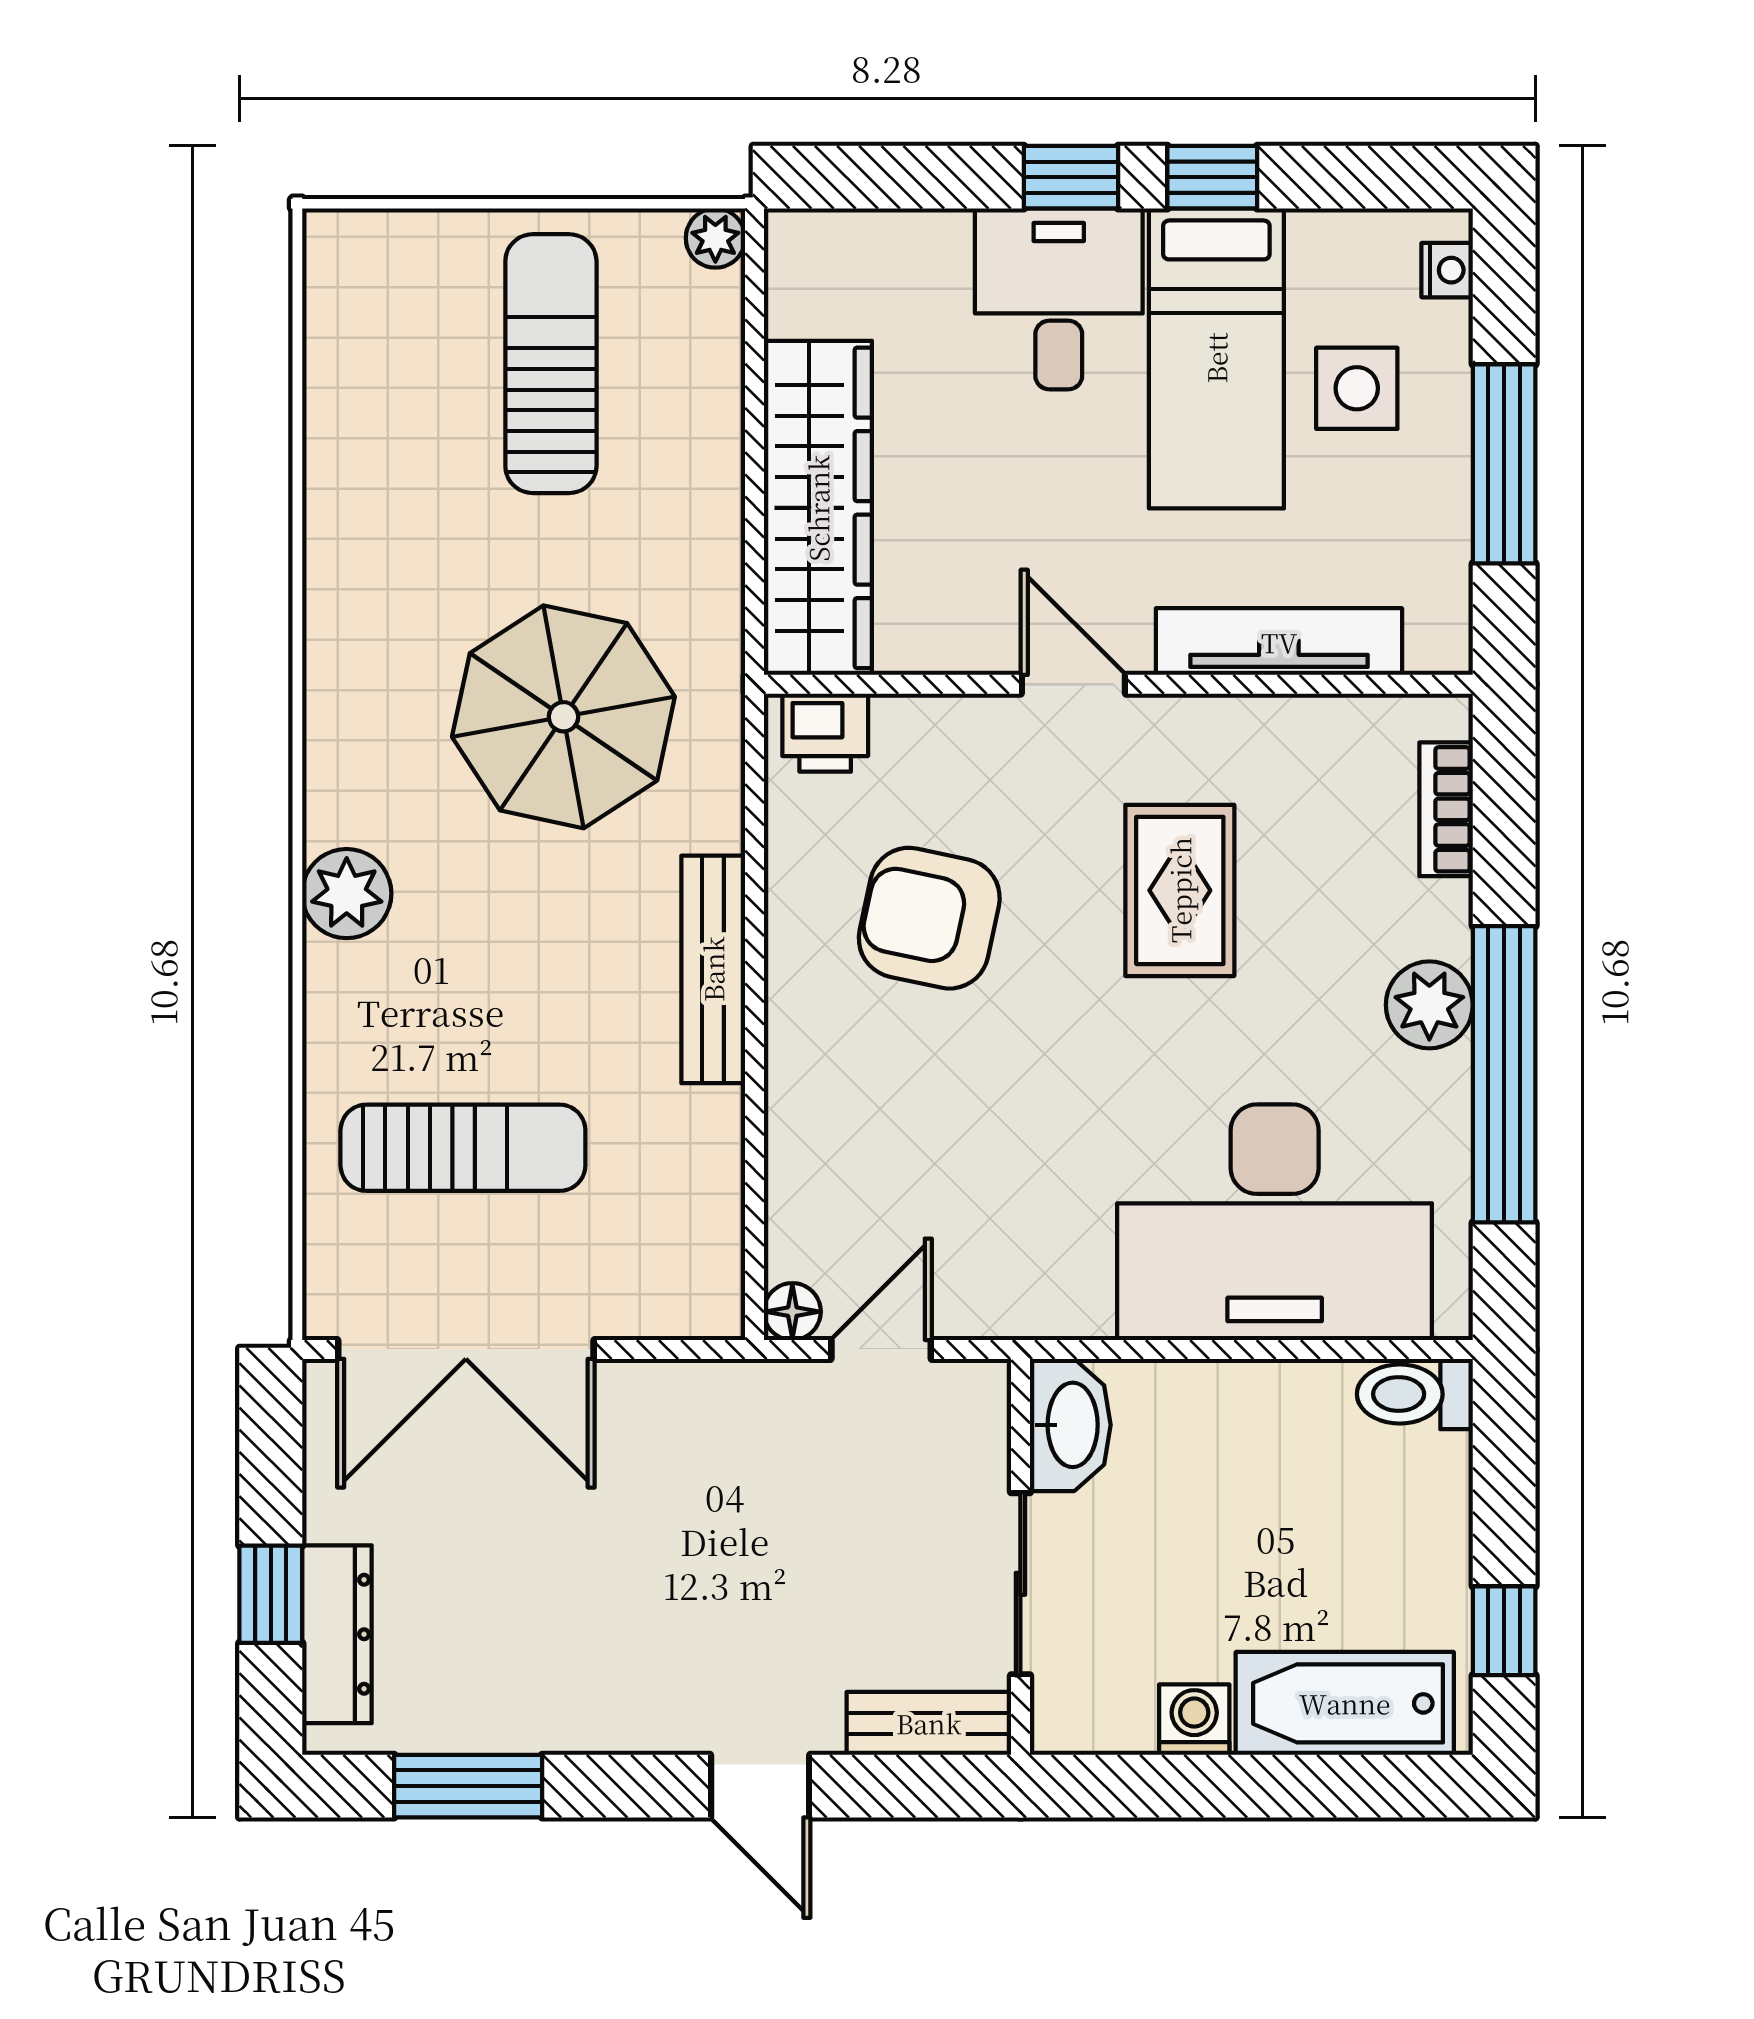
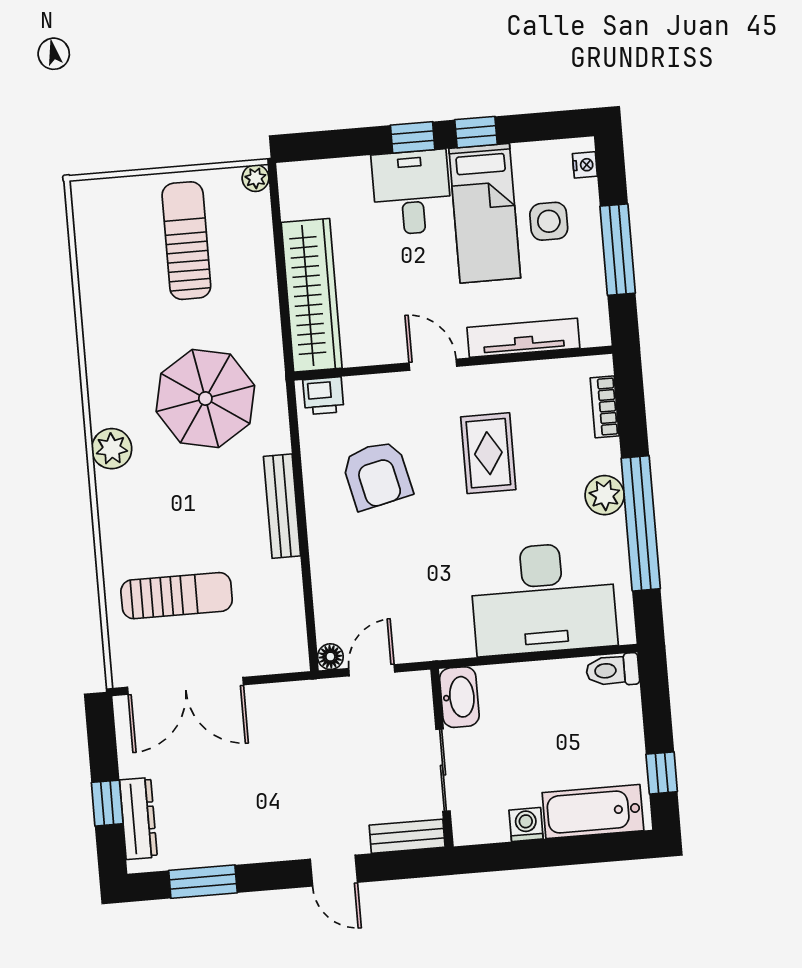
plant: (347, 894) -> (112, 449), moved
armchair: (929, 918) -> (377, 475), turned -115

